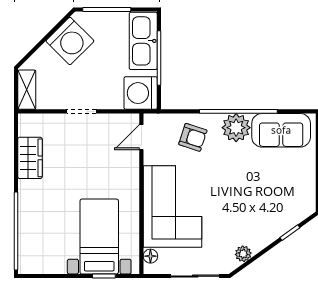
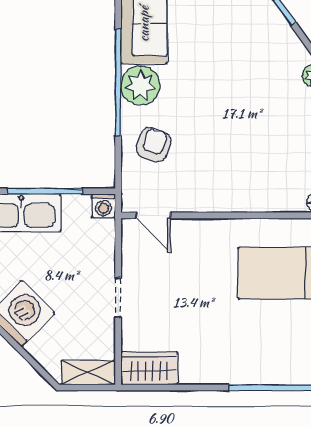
washing machine: (141, 93) -> (103, 206), width x0.53, depth x0.53
wardrobe: (30, 158) -> (149, 368), moved
corner sofa: (172, 207) -> (249, 173), removed

